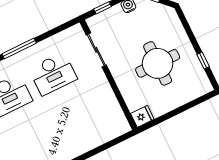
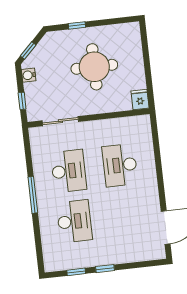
window: (203, 60) -> (77, 25), moved
desk: (75, 119) -> (120, 165), added

